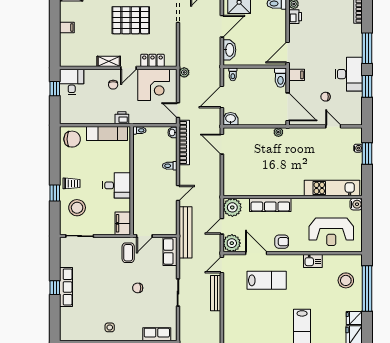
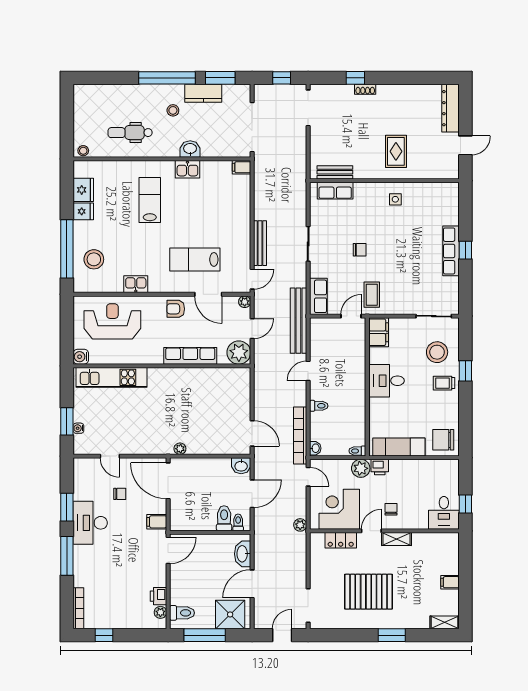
toilet: (280, 78) -> (224, 518), moved
plant: (137, 117) -> (361, 468), added
plant: (232, 243) -> (245, 302), width x0.53, depth x0.53

